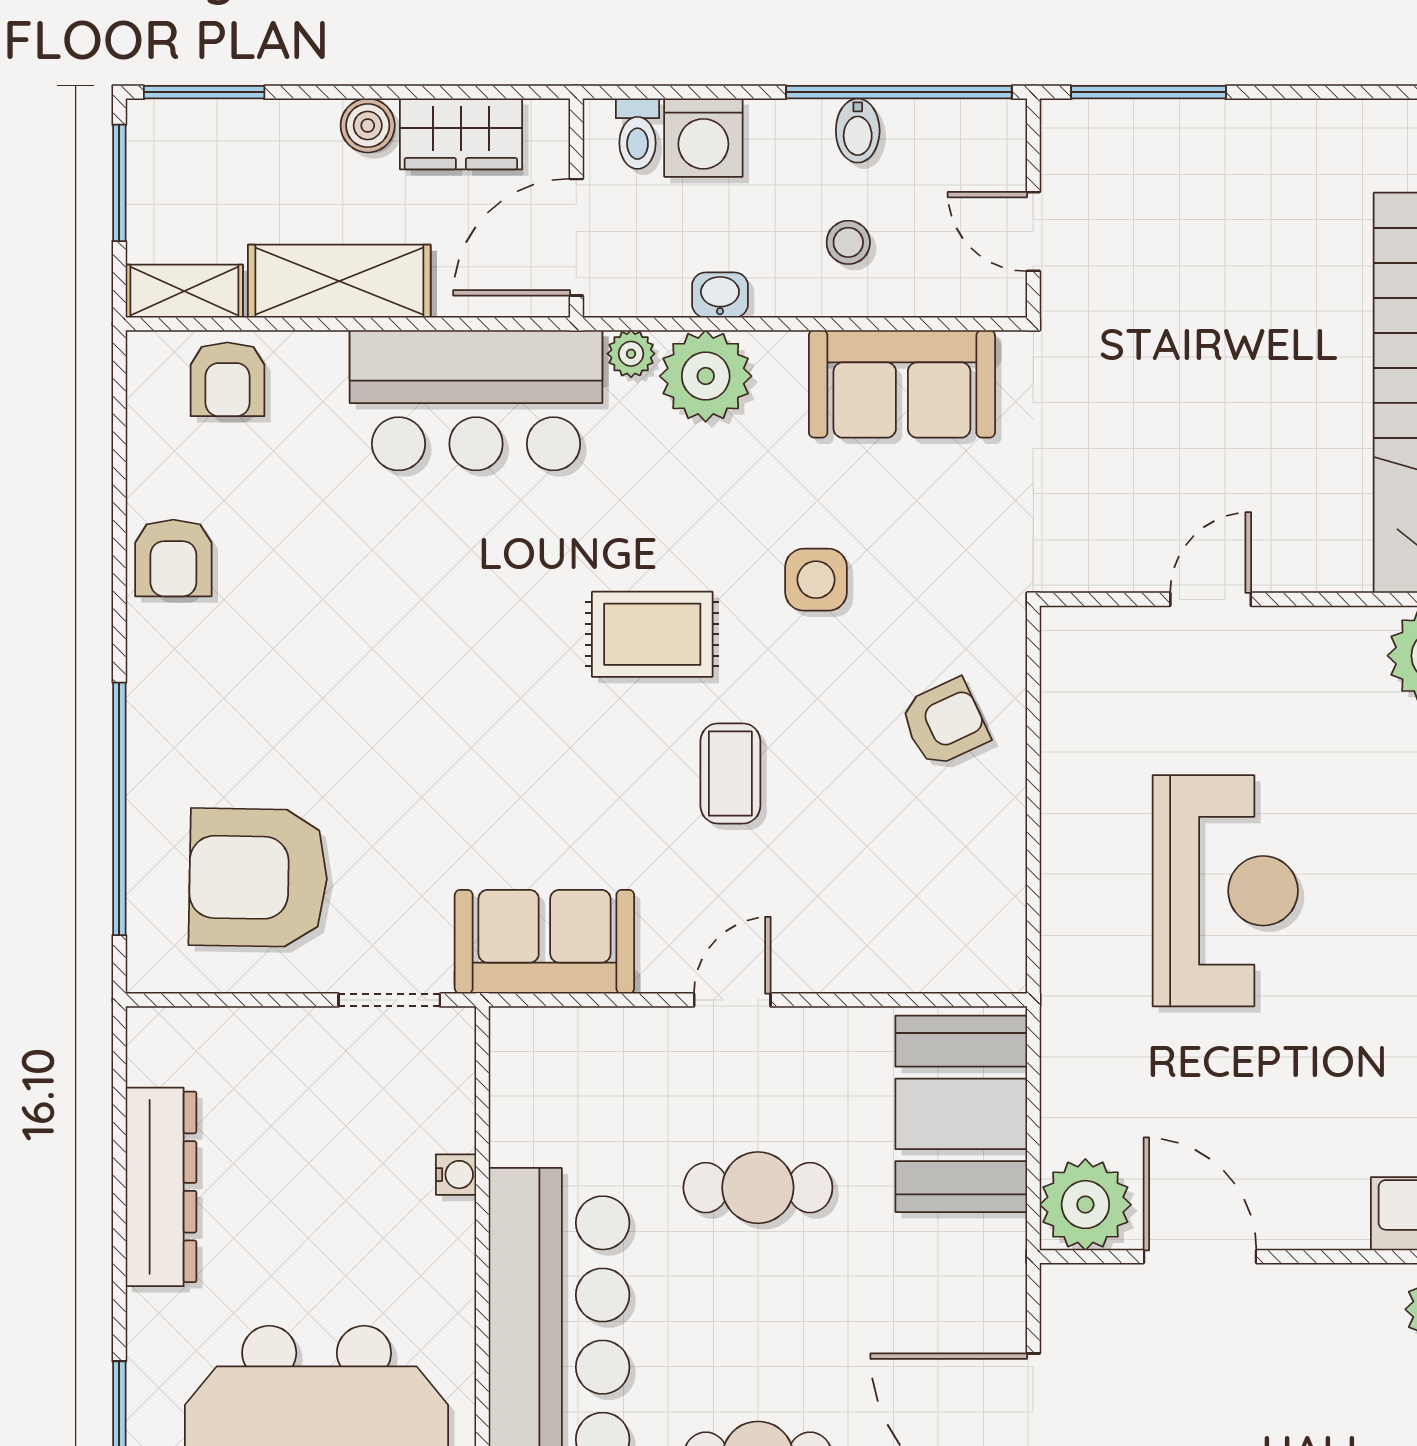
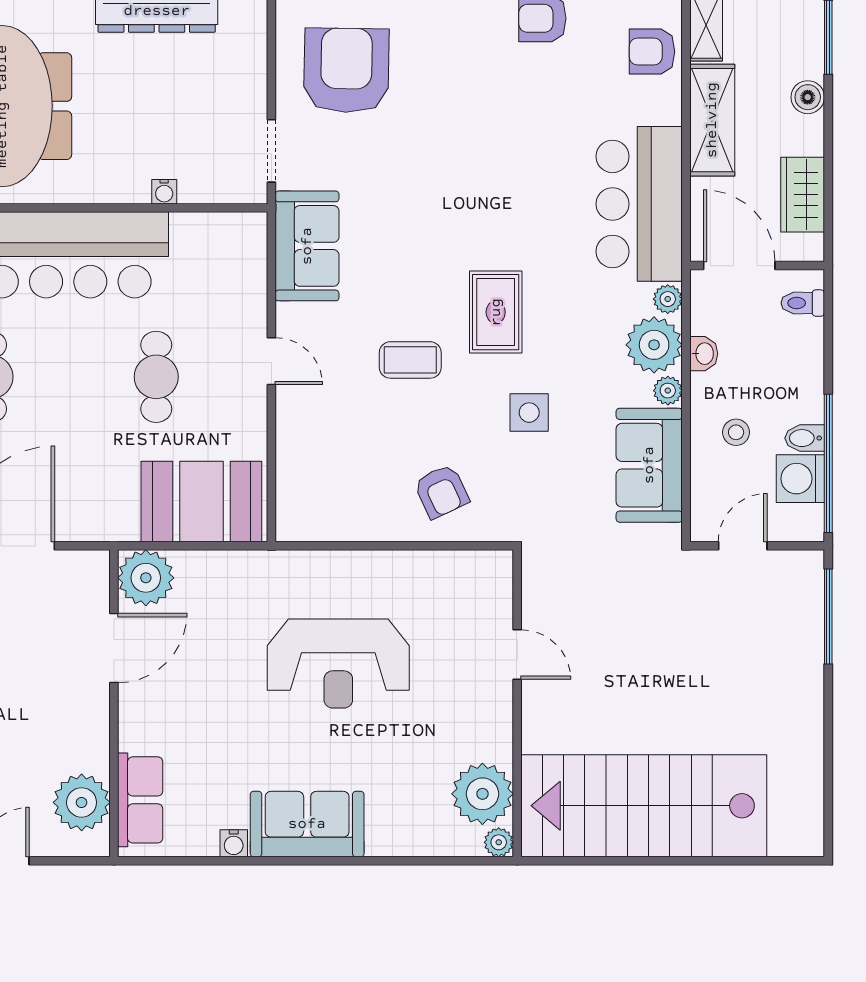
boiler: (368, 125) -> (808, 97), moved
washing machine: (703, 138) -> (800, 479), moved
plant: (780, 354) -> (668, 391), added

